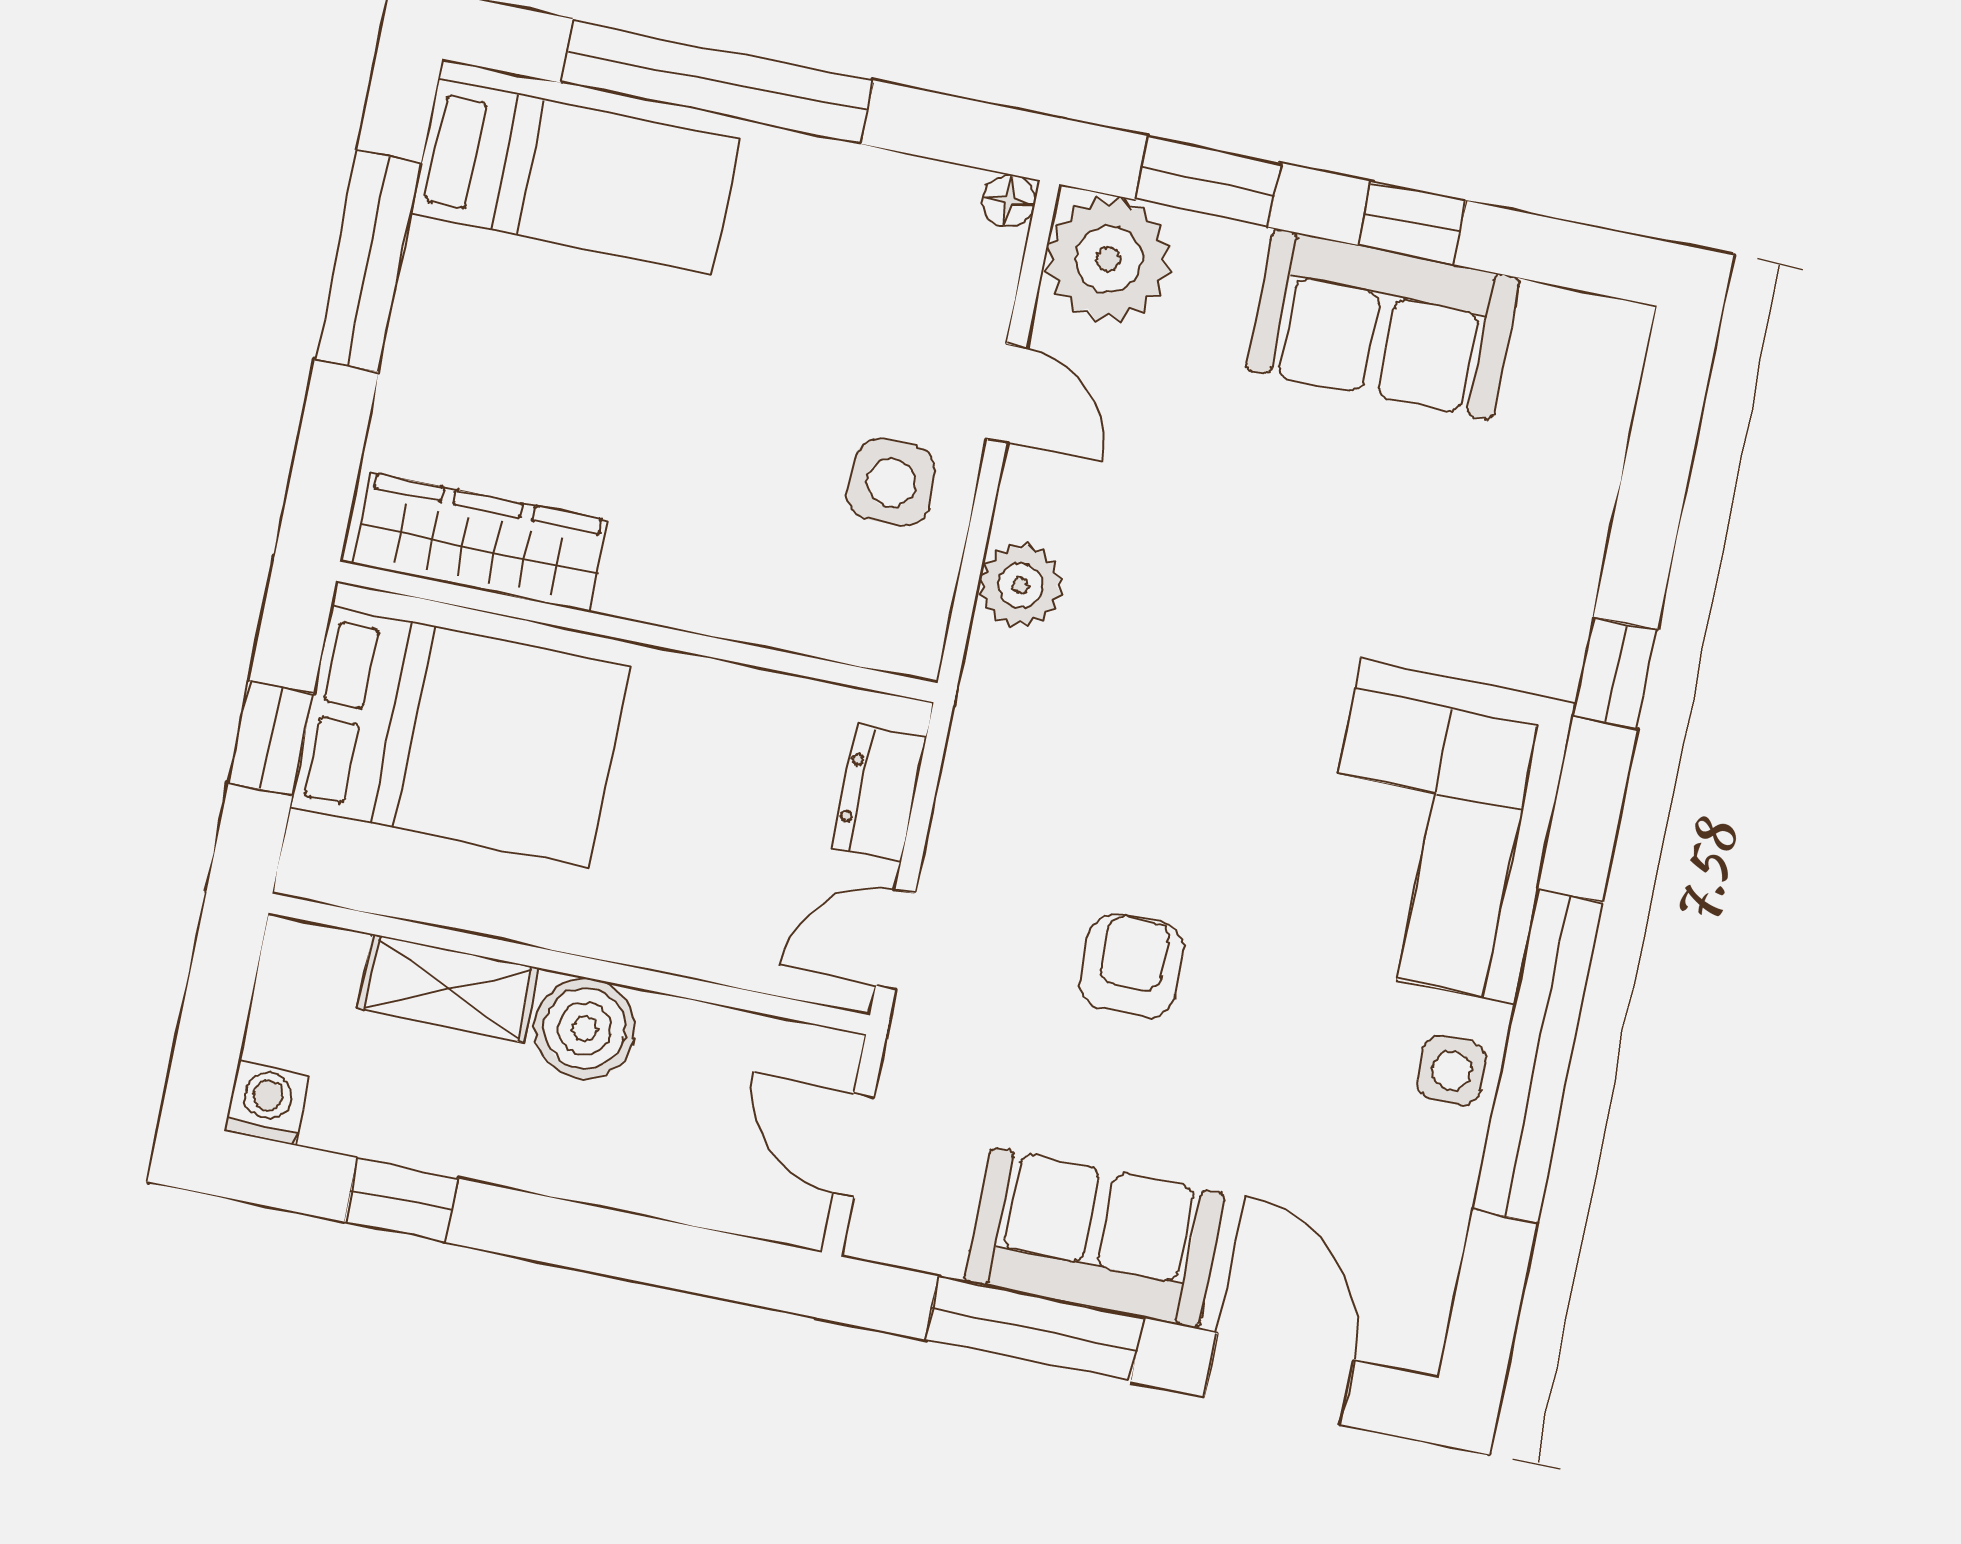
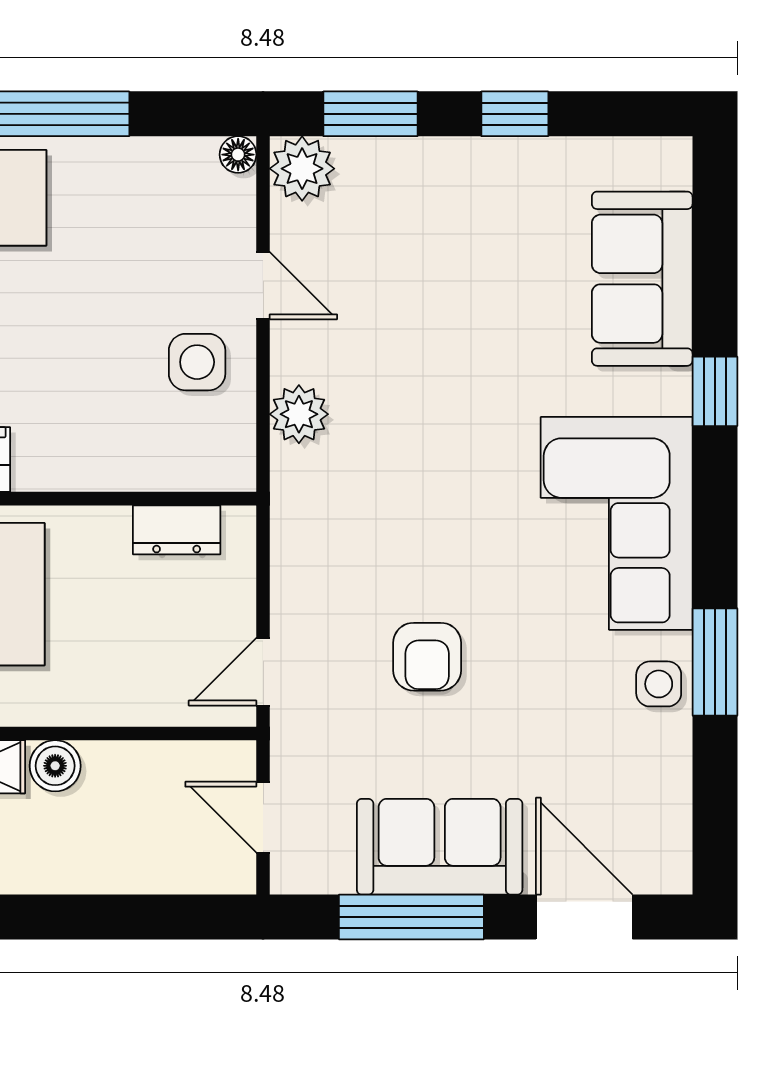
plant: (1109, 259) -> (302, 169), width x0.73, depth x0.73
sofa: (1383, 324) -> (642, 279), moved, turned 90
dresser: (879, 793) -> (177, 530), moved, turned -90
armchair: (1132, 965) -> (427, 657), turned 180
boiler: (585, 1028) -> (55, 766), width x0.73, depth x0.73
window: (1537, 1056) -> (715, 662), width x0.47

